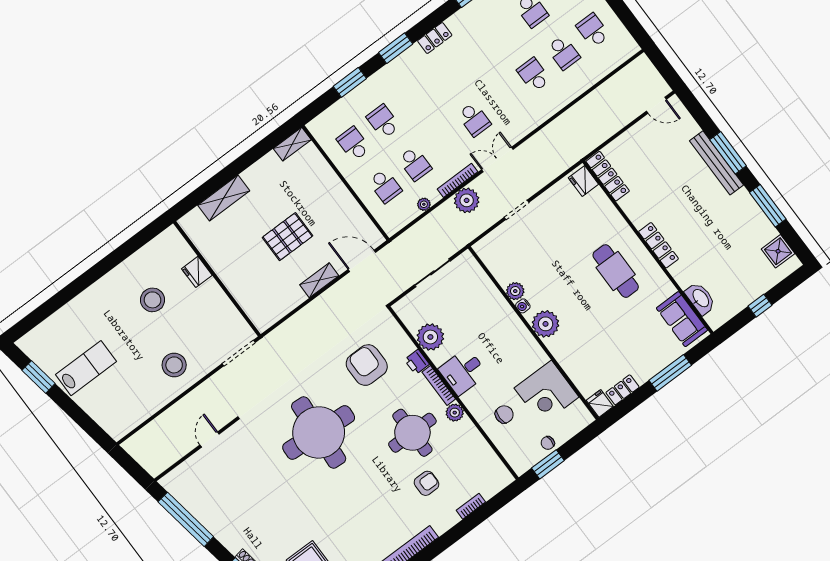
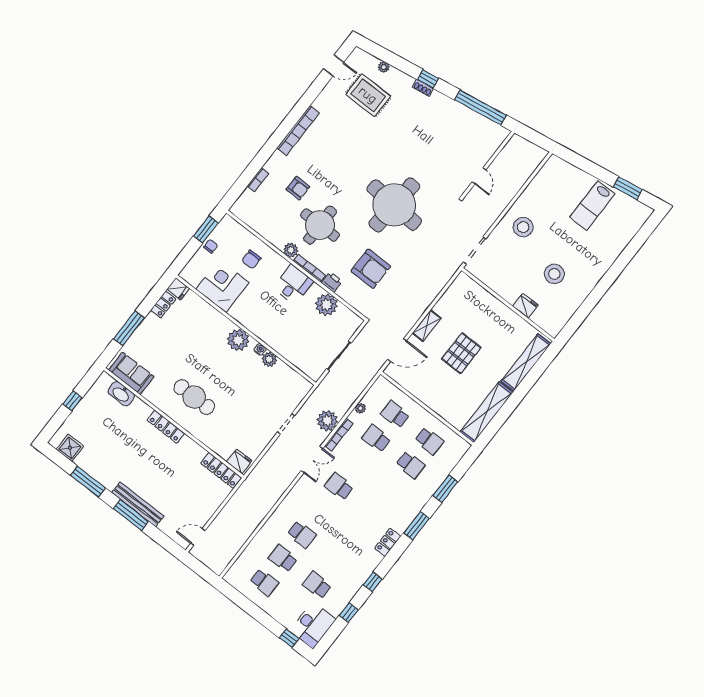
shelving: (292, 144) -> (487, 412), width x2.20, depth x1.33
shelving: (224, 198) -> (526, 362), width x1.47
armchair: (426, 483) -> (298, 188), turned -90

